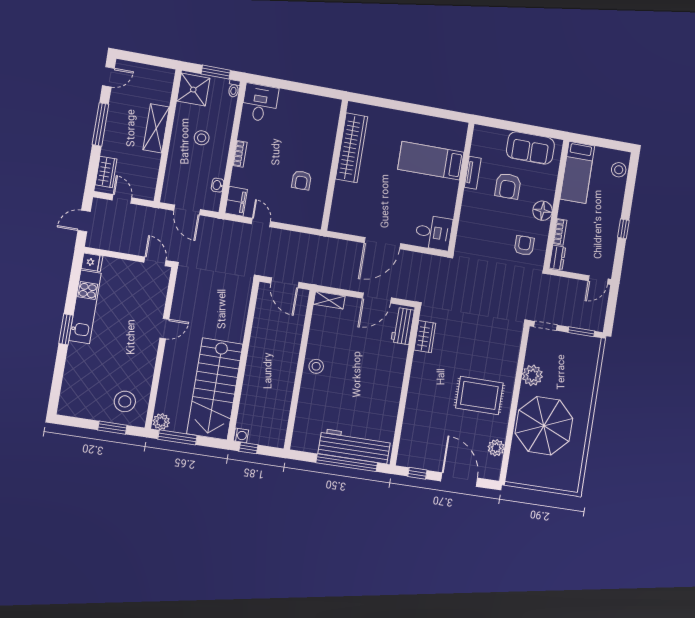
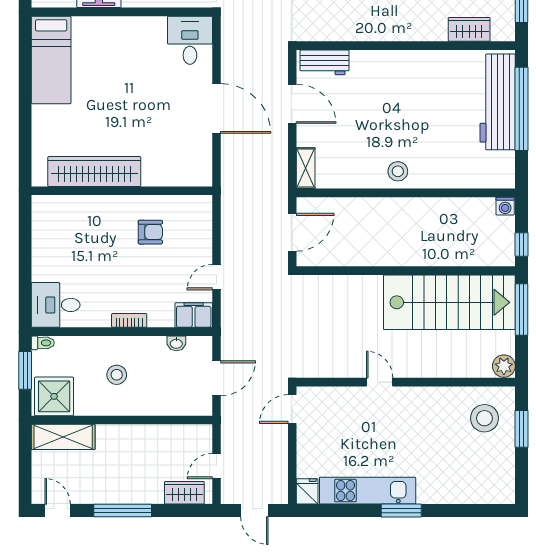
shelving: (156, 128) -> (63, 437), moved
bed: (431, 161) -> (51, 60), moved
wardrobe: (425, 337) -> (469, 29), moved
washing machine: (241, 435) -> (505, 206), moved, turned 180
window: (177, 437) -> (521, 310), moved

